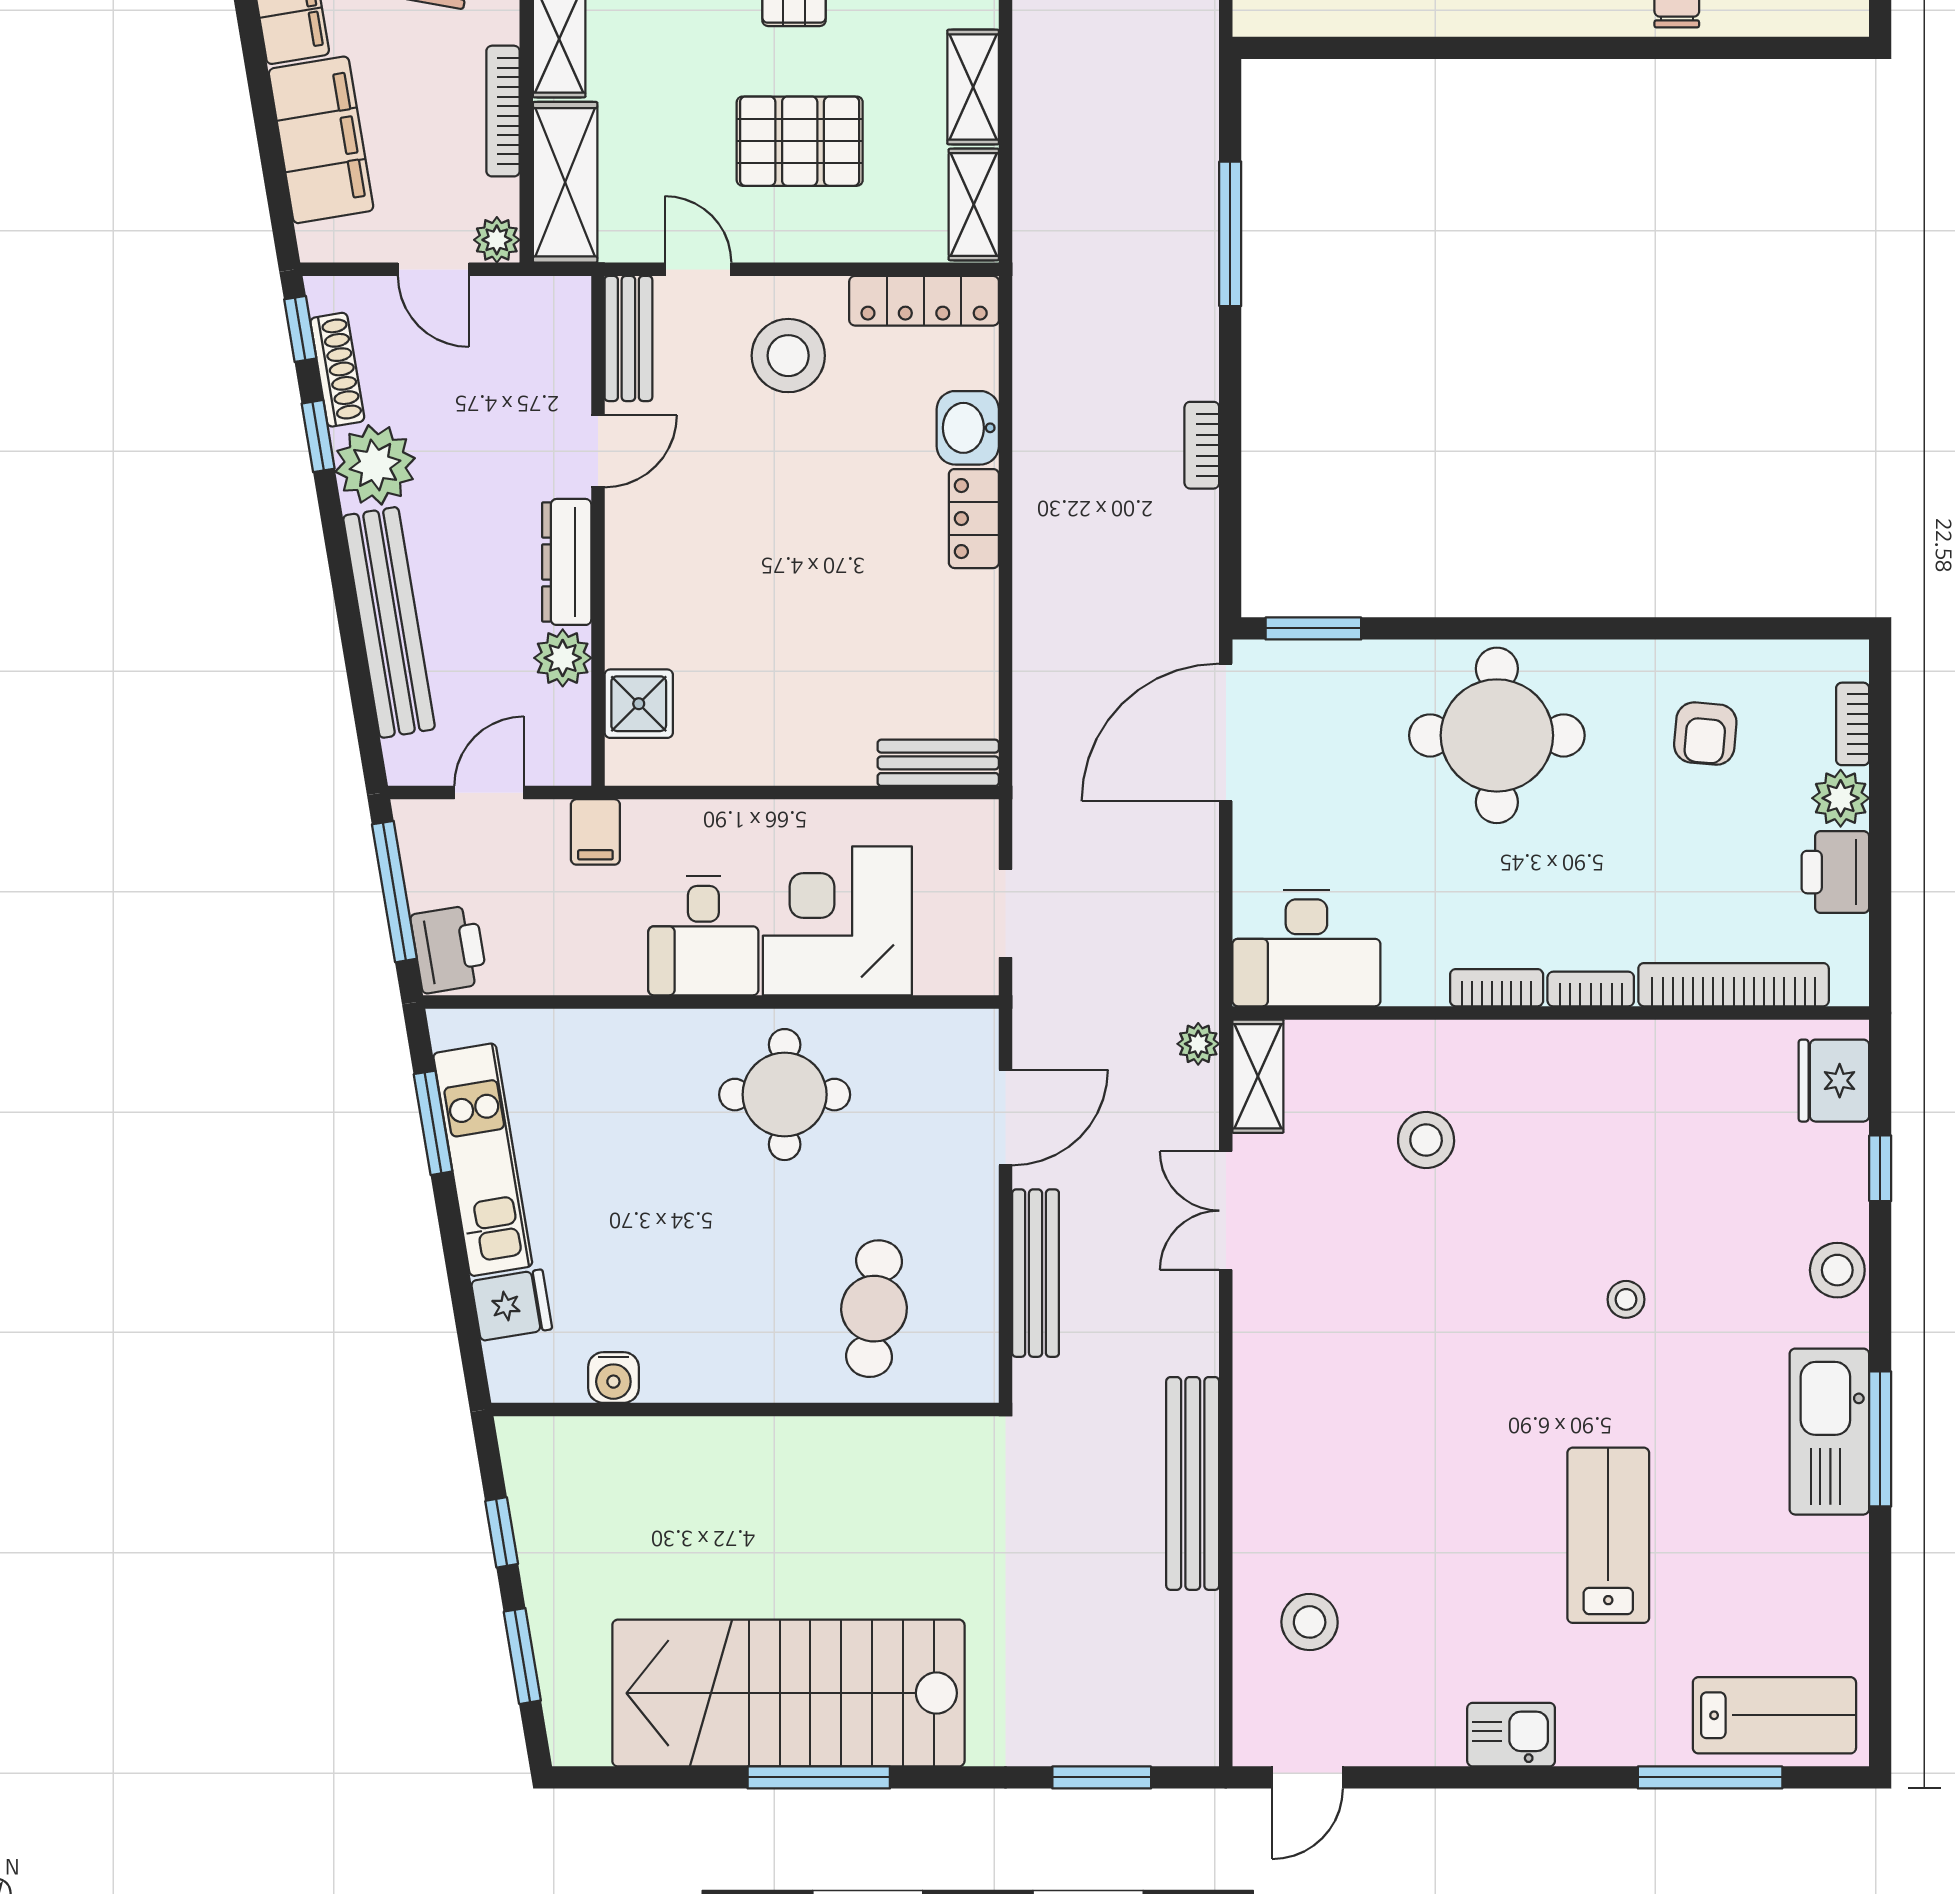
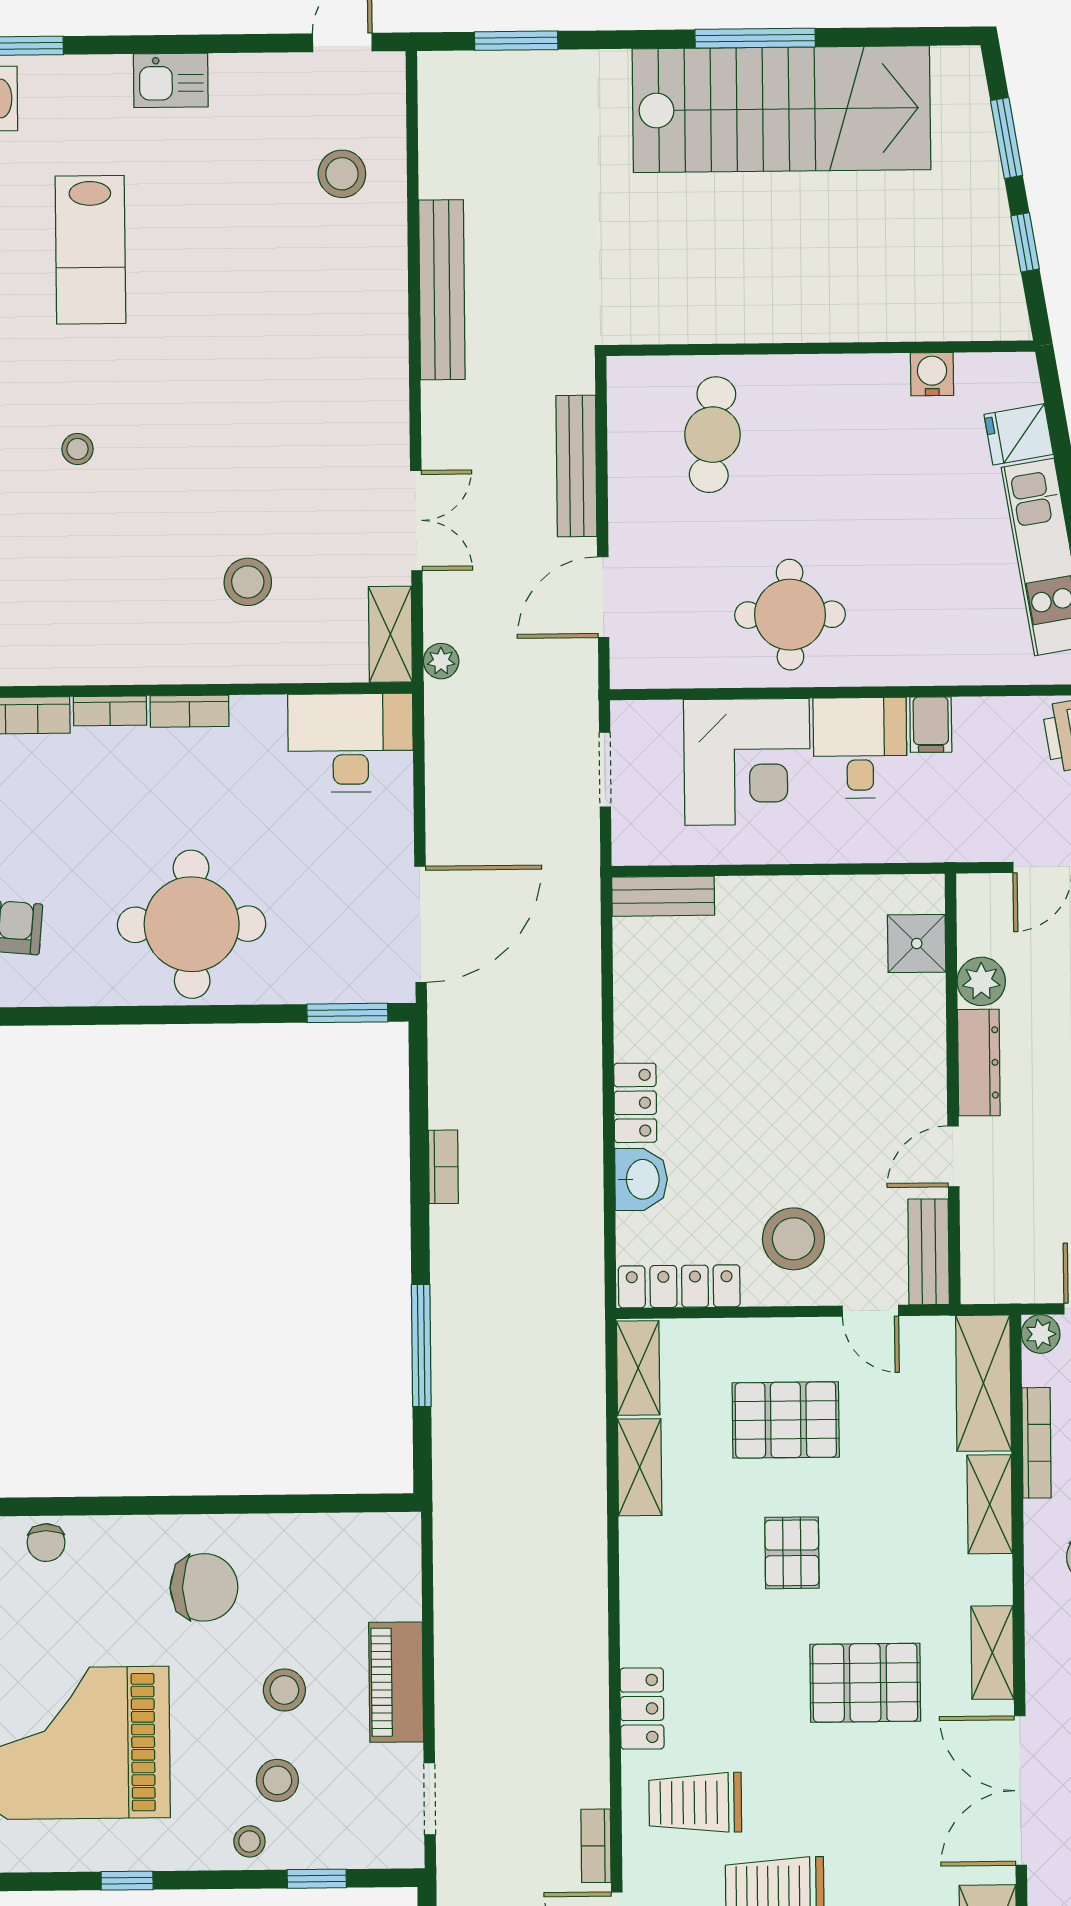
filing cabinet: (595, 832) -> (931, 725), moved, turned 180

